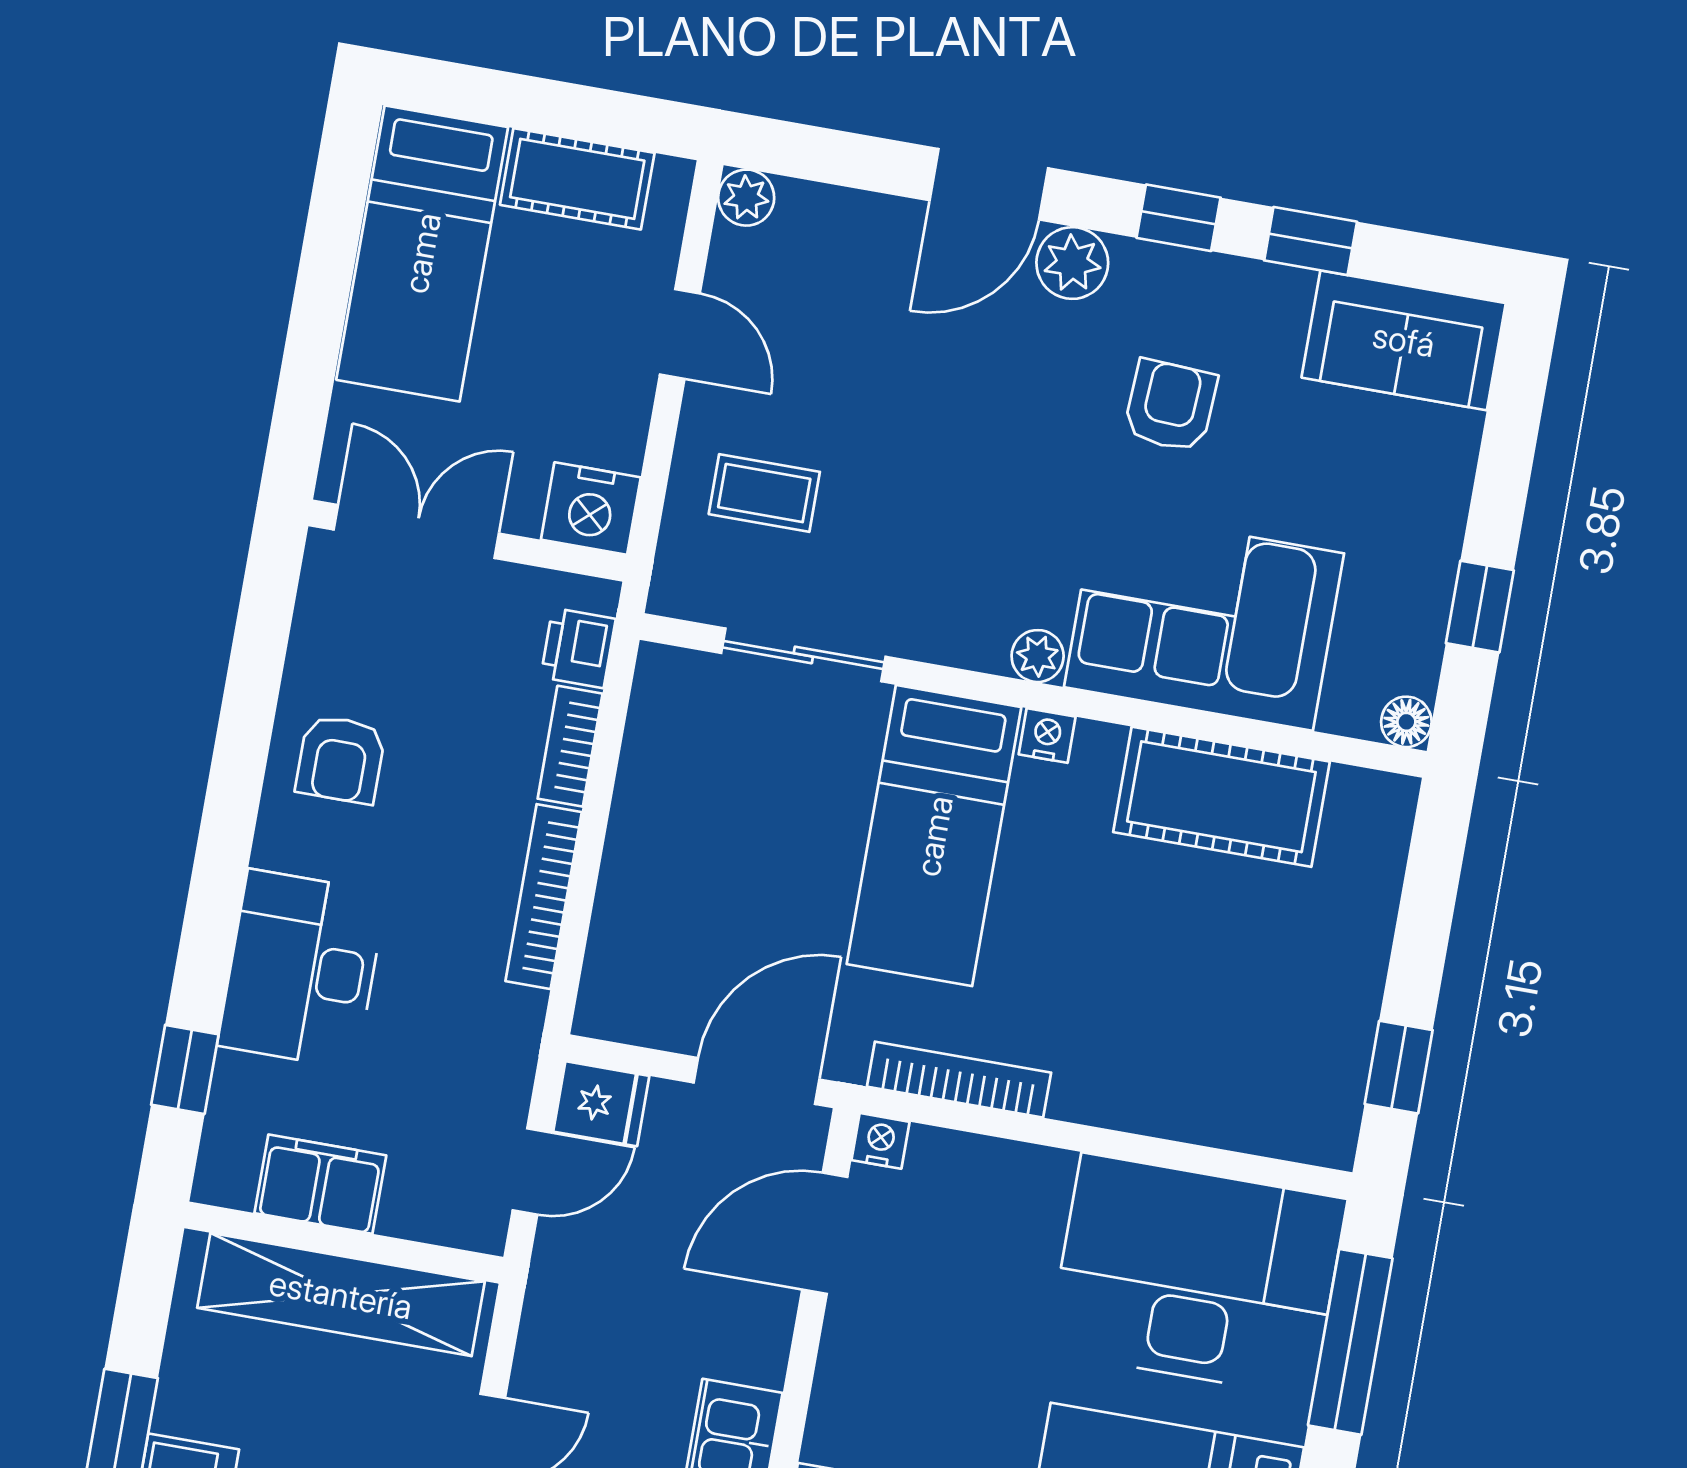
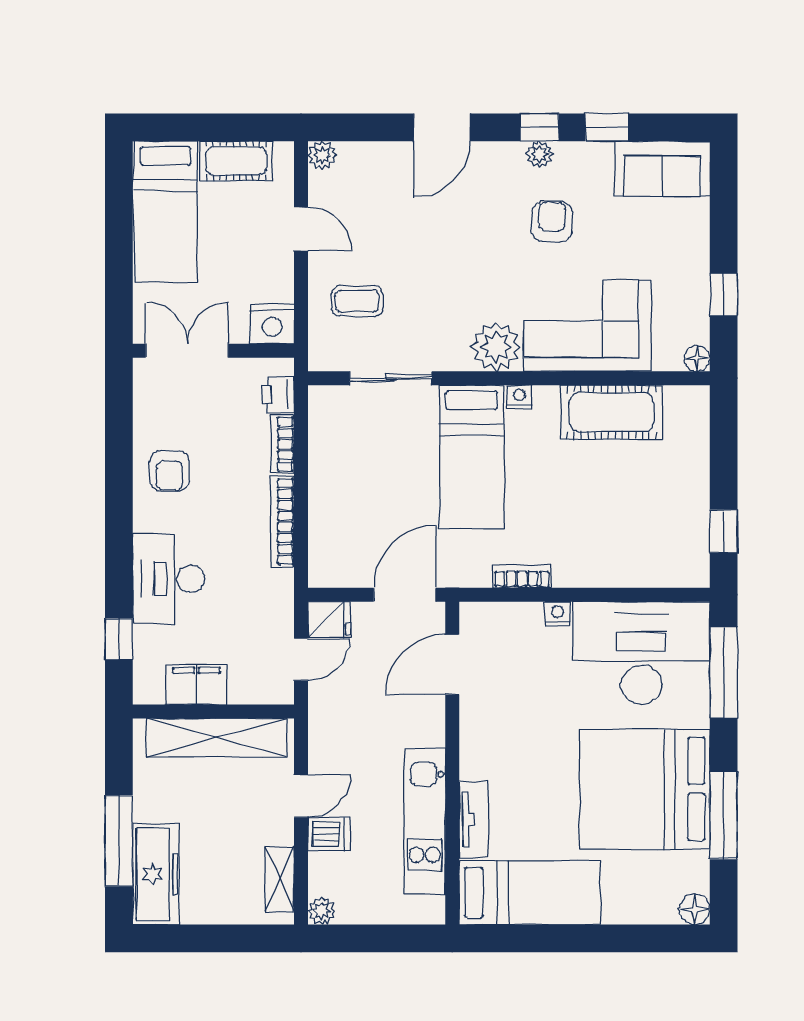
plant: (1072, 263) -> (539, 154), moved, width x0.73, depth x0.73
plant: (1038, 656) -> (496, 347), width x1.88, depth x1.88
bookcase: (959, 1080) -> (522, 576), width x0.64
nightstand: (880, 1141) -> (557, 614), moved

